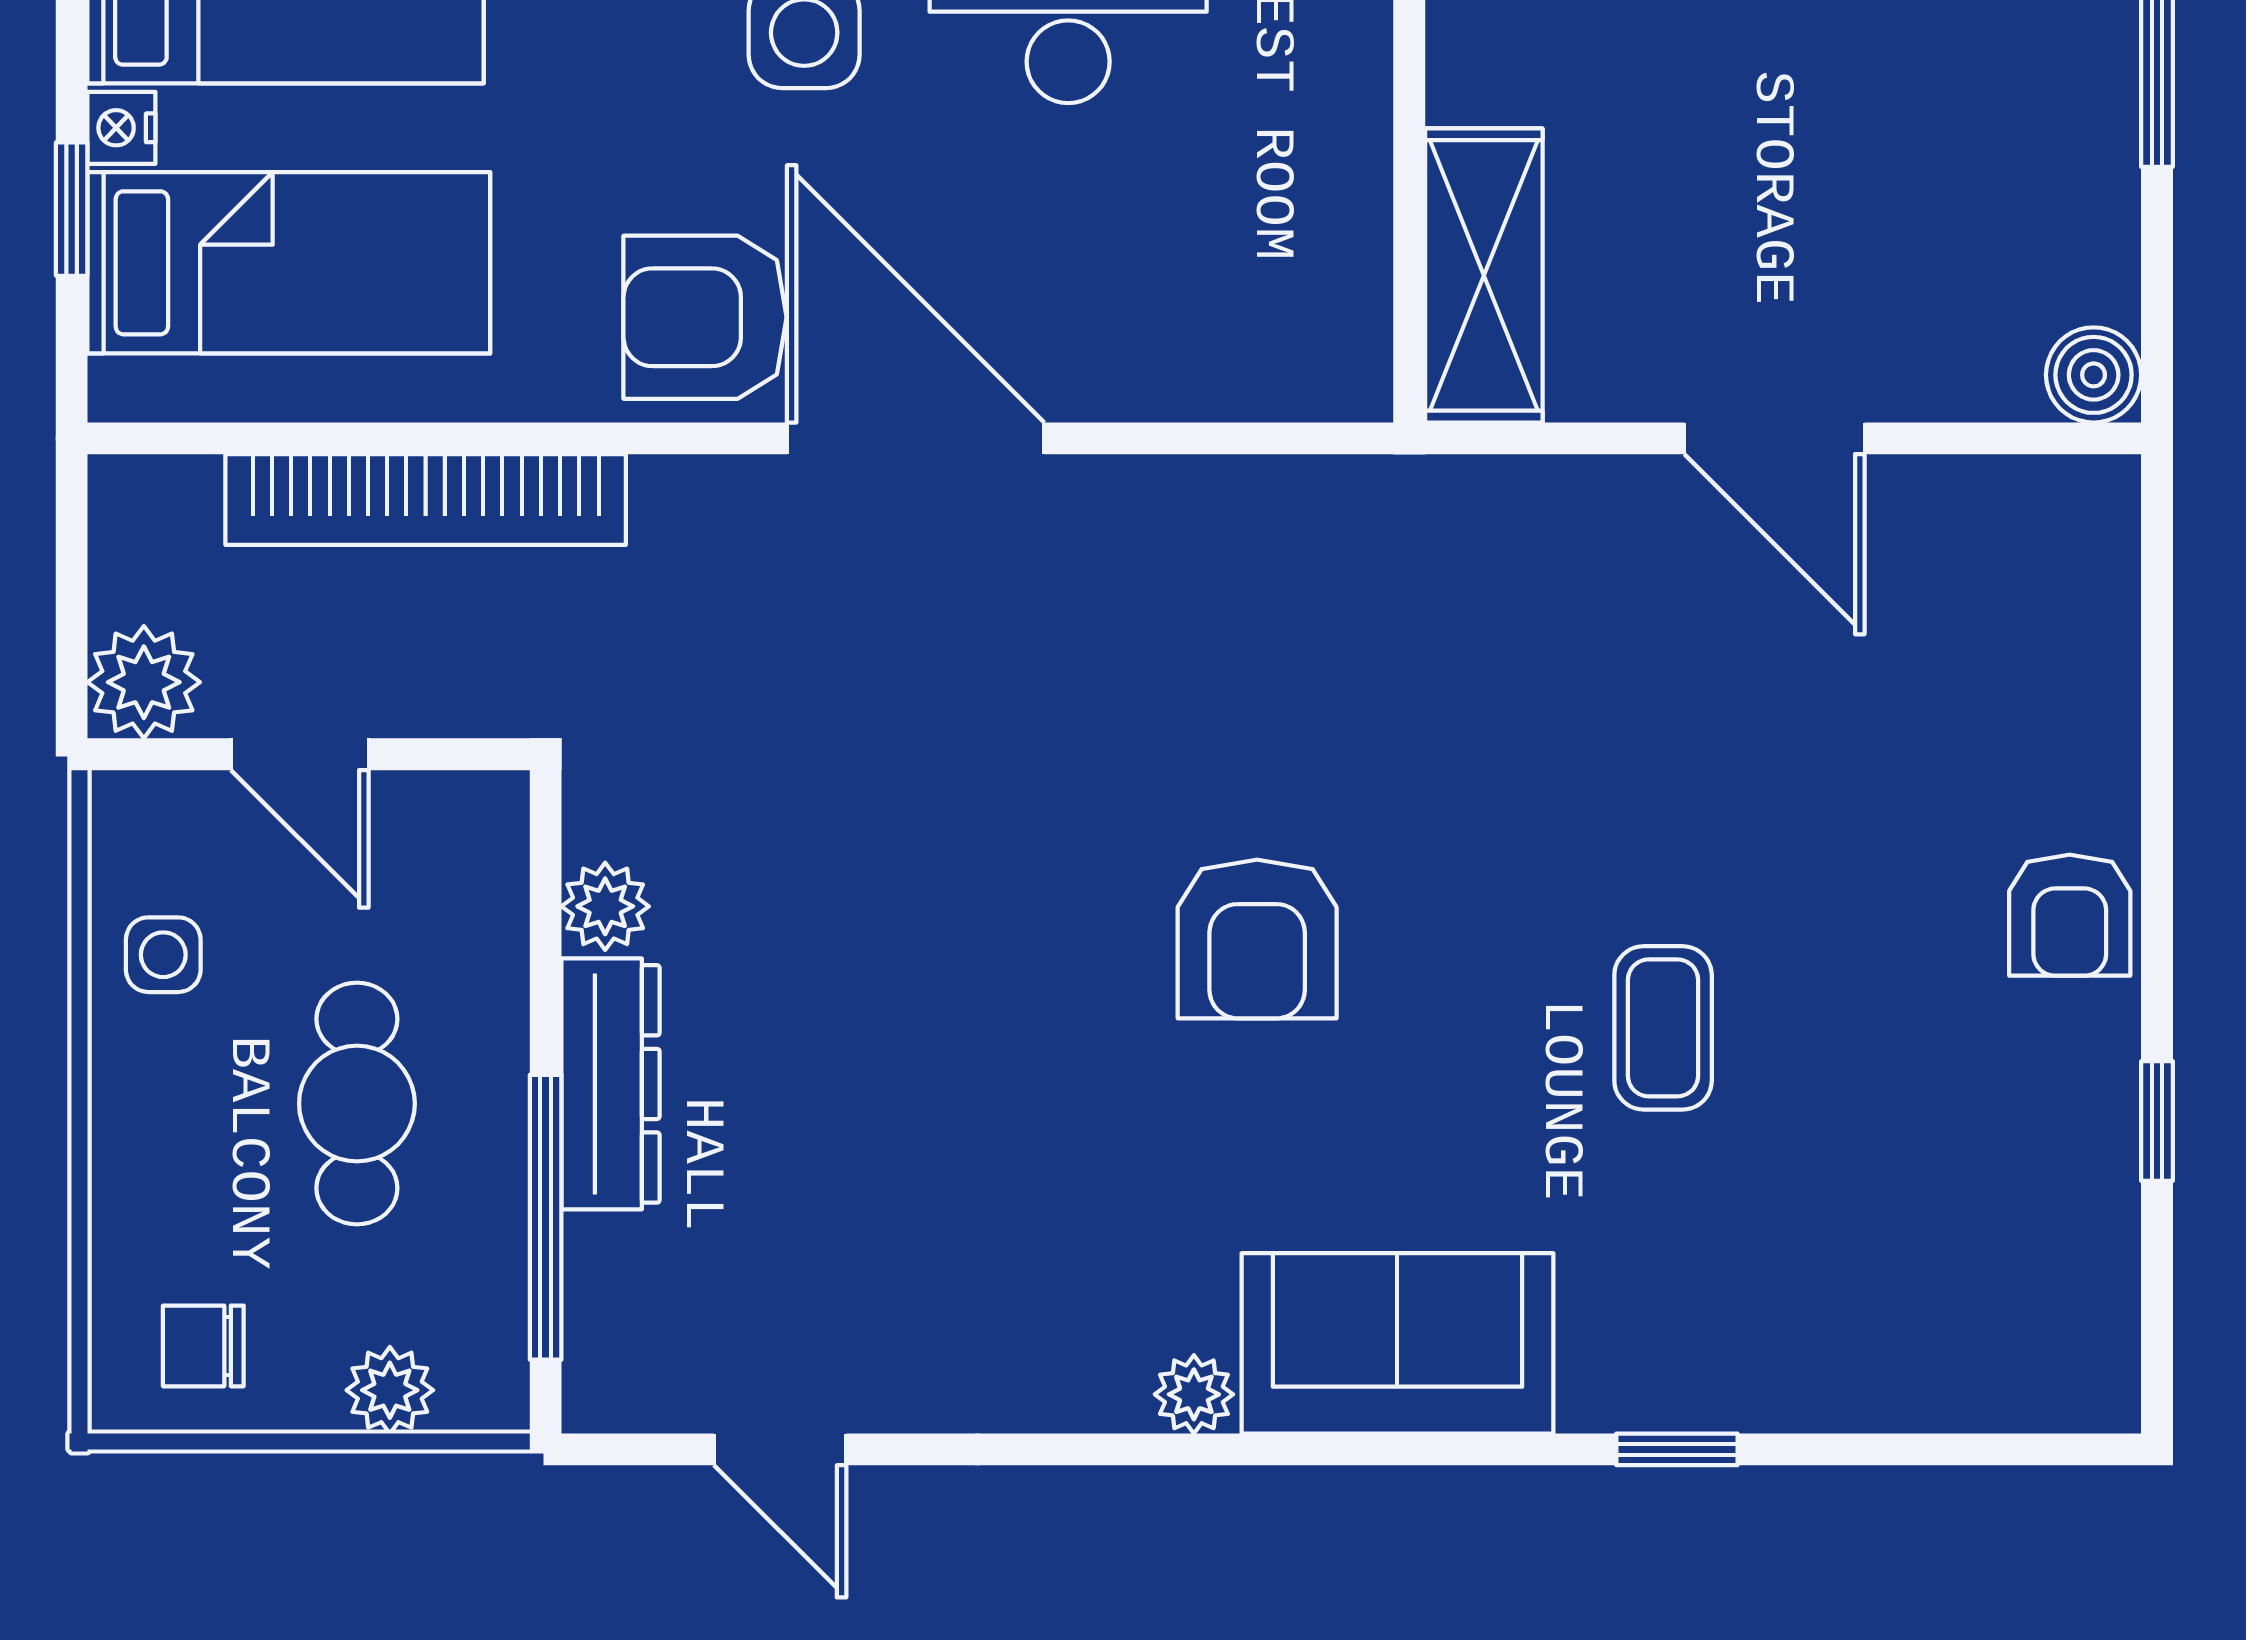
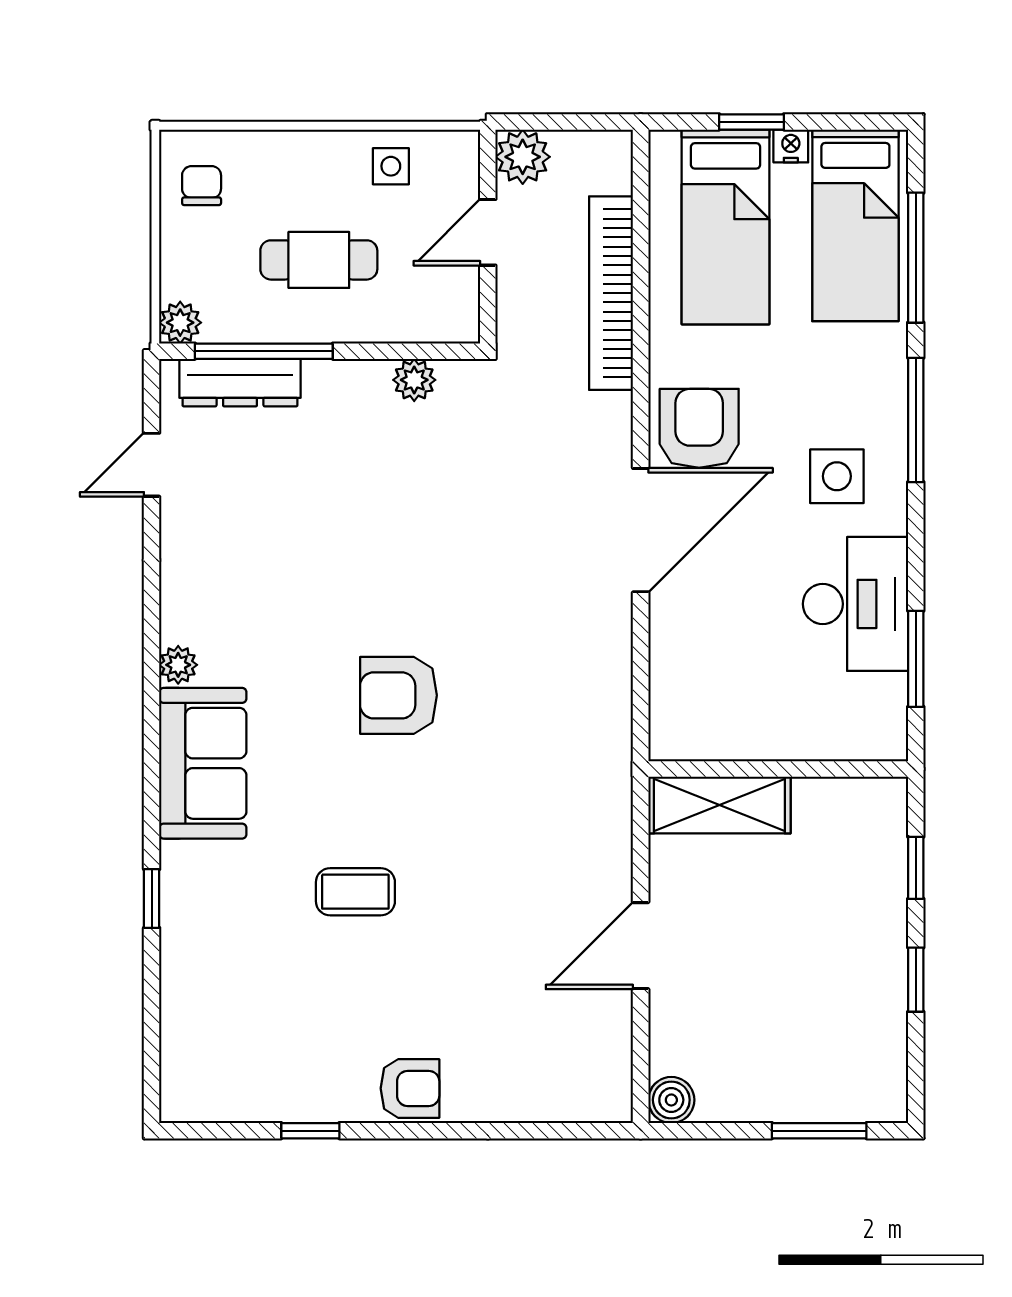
armchair: (2070, 915) -> (410, 1088), turned 180
dresser: (610, 1084) -> (240, 383), moved
plant: (390, 1390) -> (180, 323), moved

